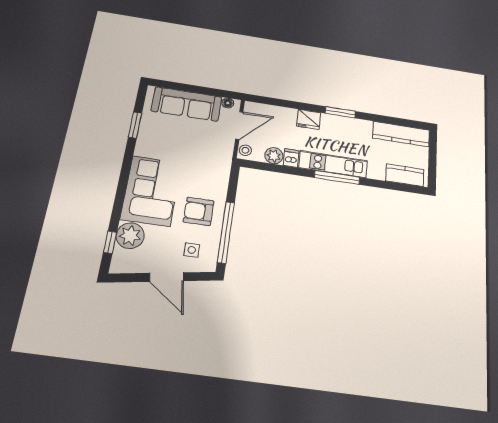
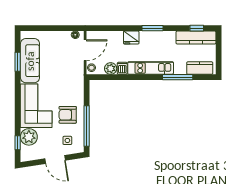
sofa: (187, 104) -> (30, 61), moved, turned -90
window: (403, 122) -> (197, 28), added
window: (337, 177) -> (178, 77), moved

